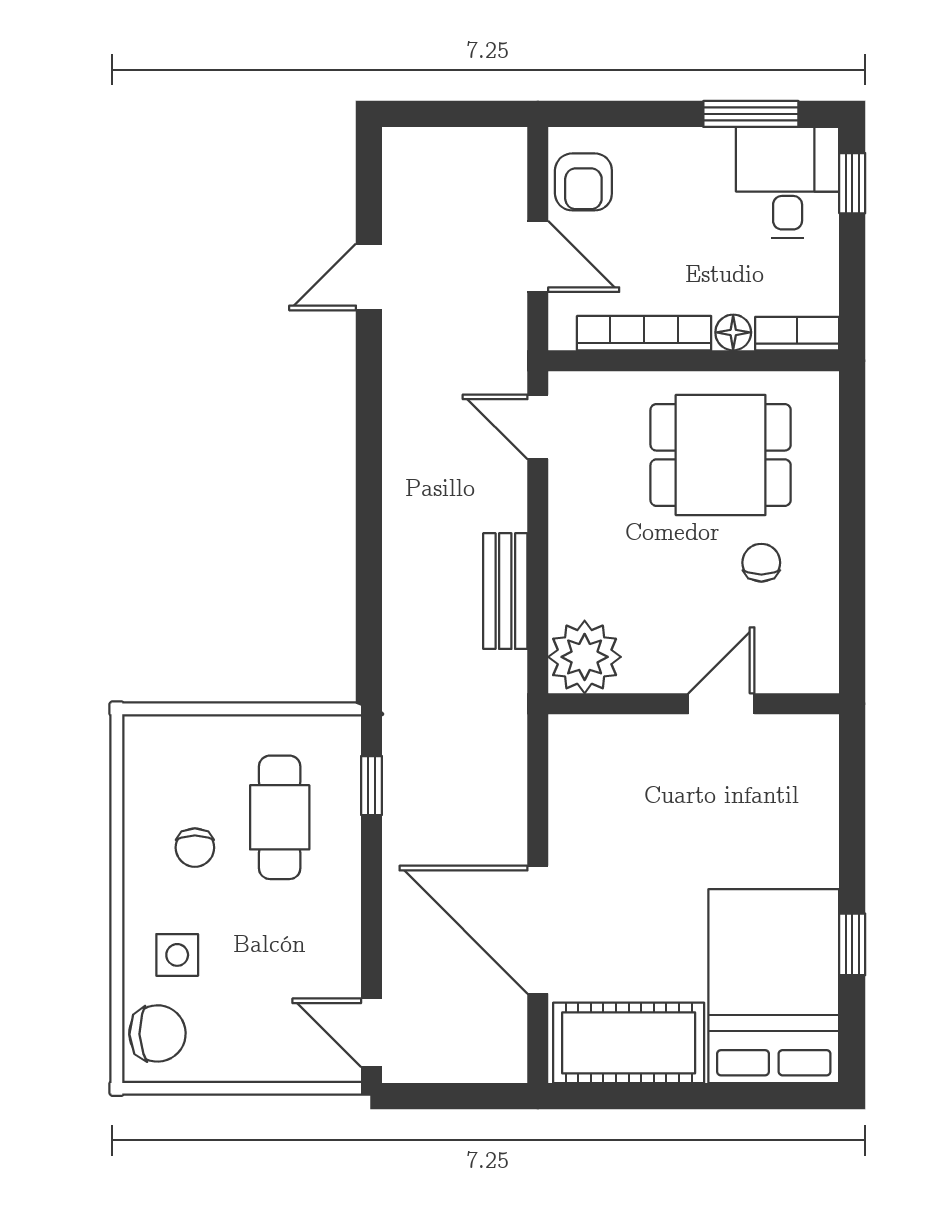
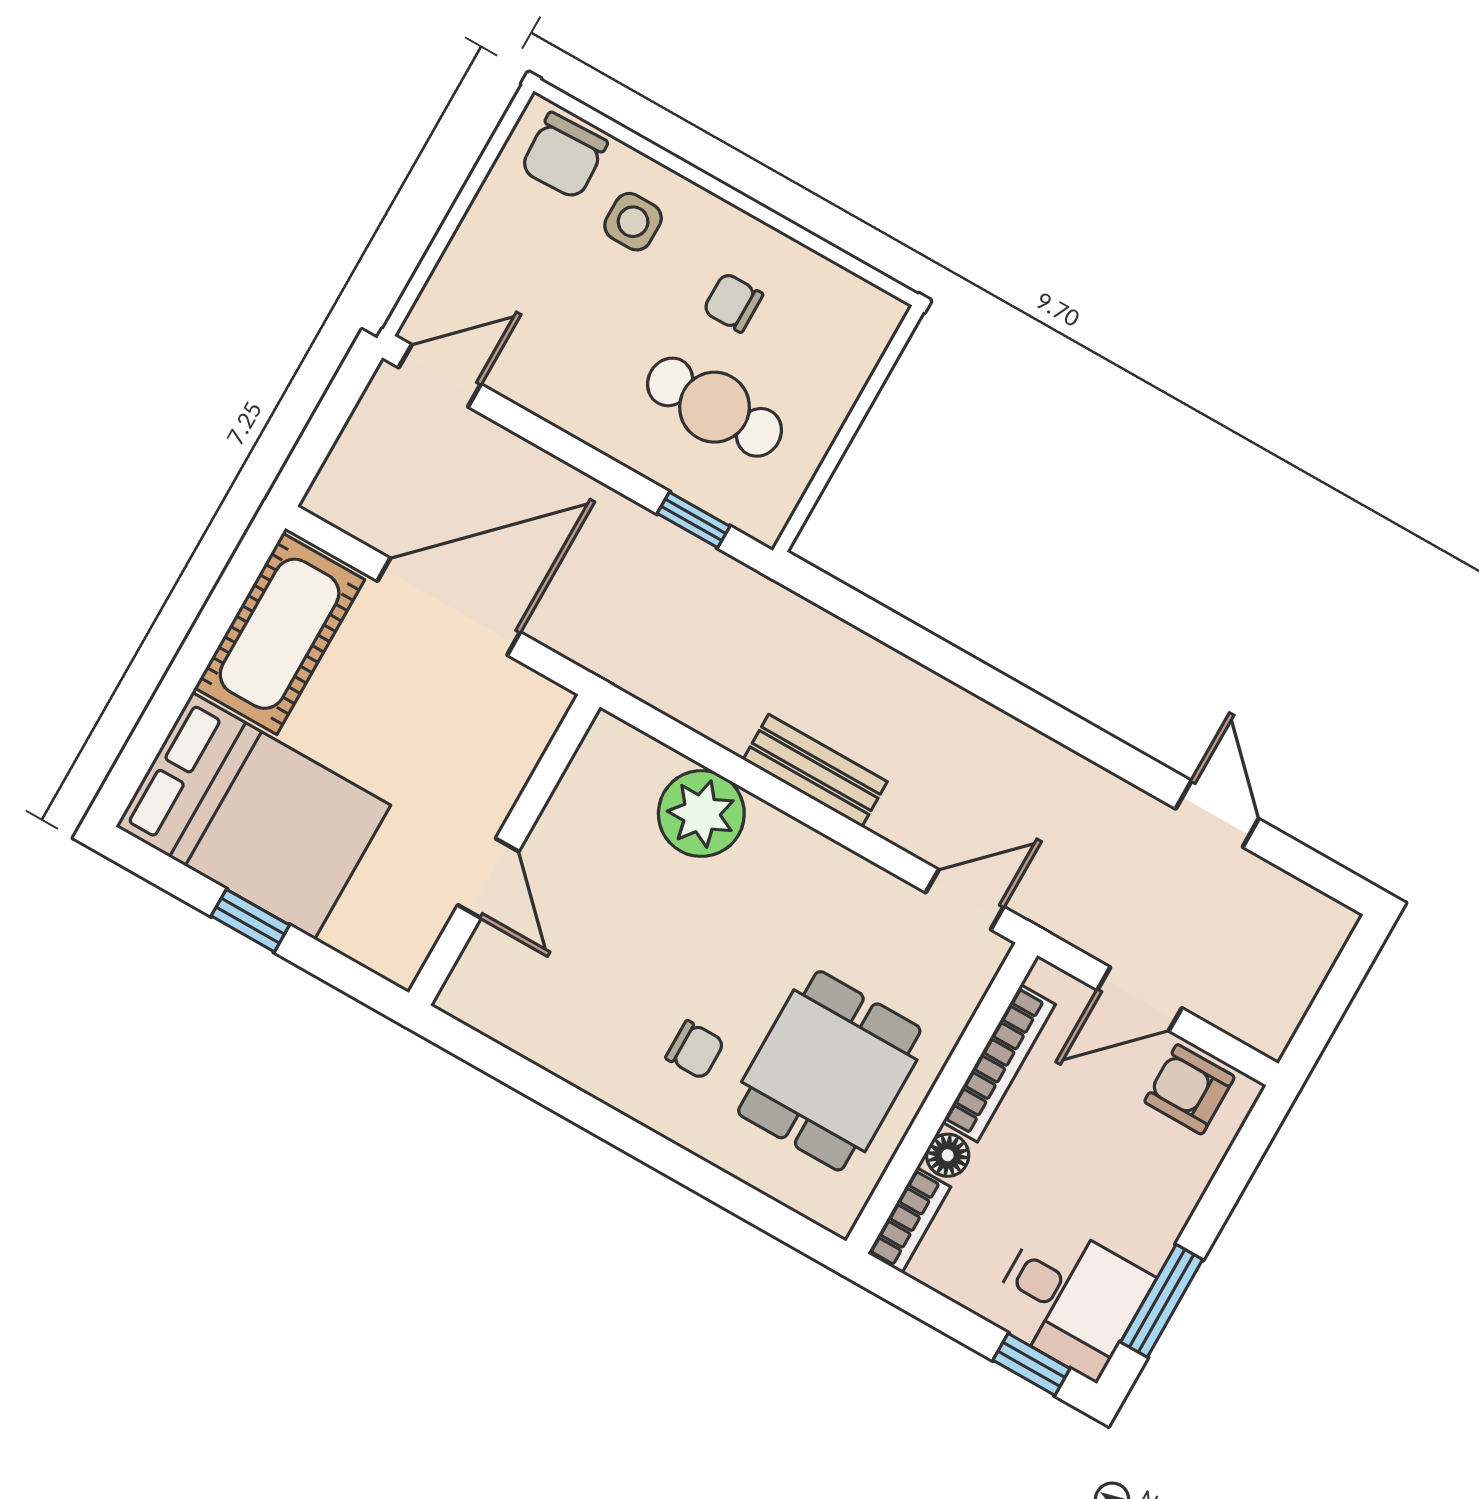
wall: (694, 704) -> (504, 850), moved
door: (721, 704) -> (488, 878), moved

